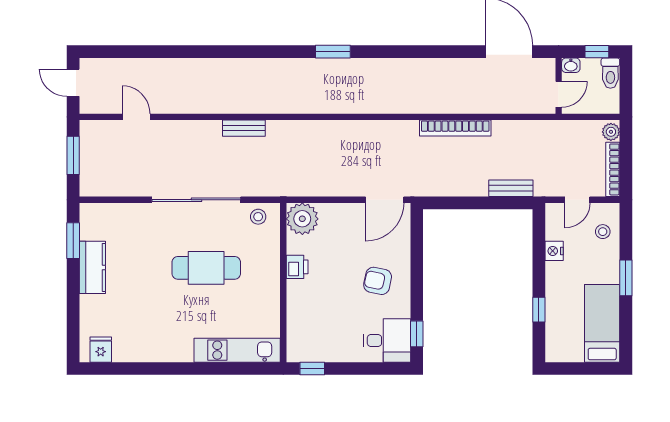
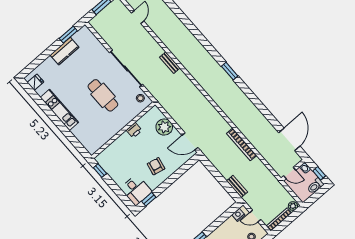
plant: (302, 219) -> (164, 127), moved
nightstand: (554, 251) -> (238, 215), moved
kitchen unit: (237, 350) -> (59, 110), moved

